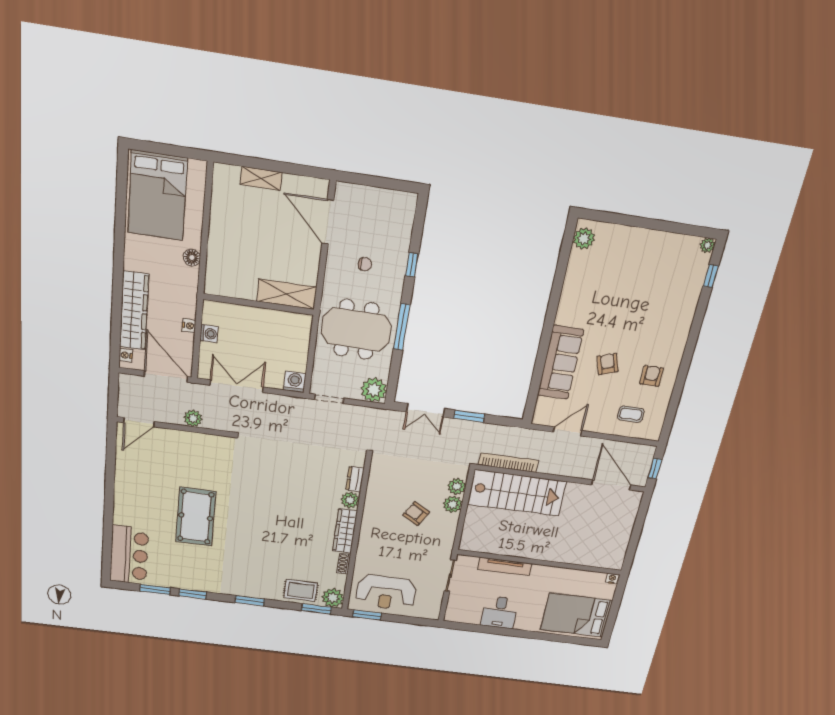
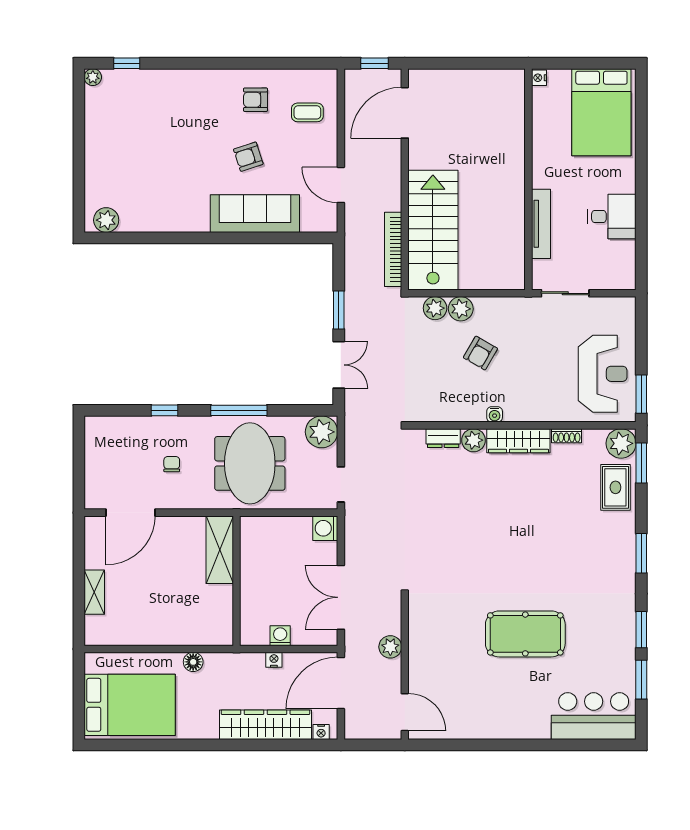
coffee table: (631, 414) -> (307, 112), turned 90
water cooler: (368, 517) -> (495, 414), added

